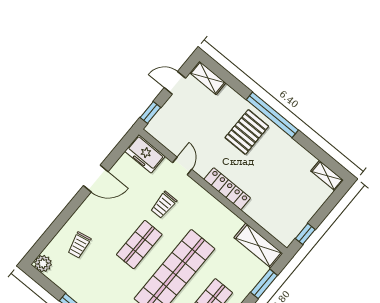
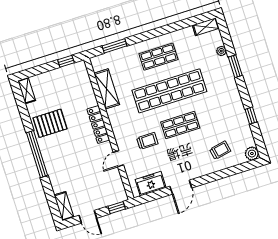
pallet: (247, 132) -> (50, 123), moved
freezer: (145, 154) -> (151, 184), moved, turned -90
door: (96, 179) -> (181, 187), swing flipped
shelving: (258, 246) -> (107, 89), moved

